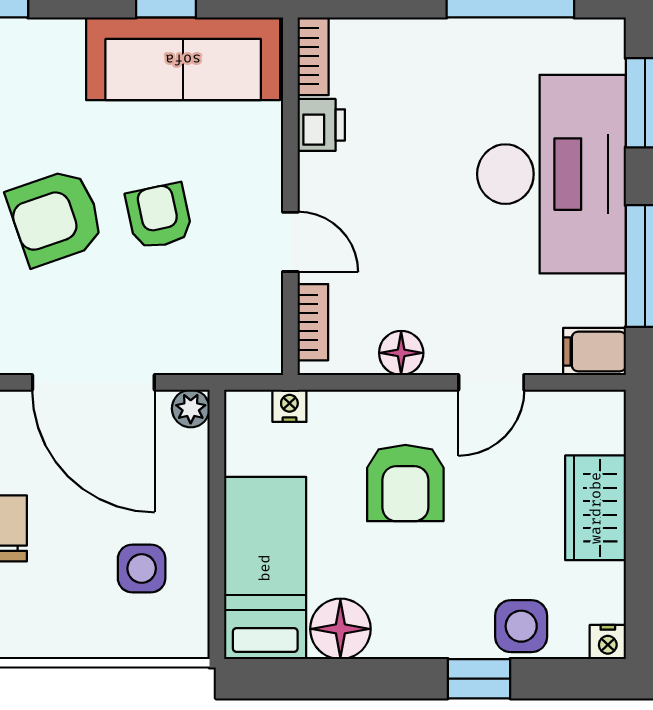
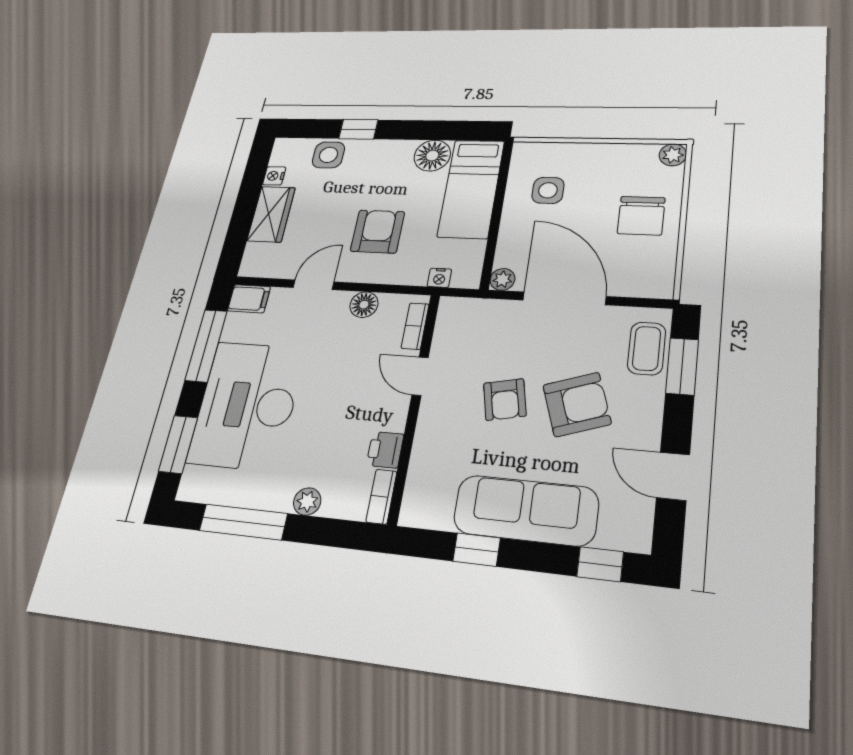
plant: (421, 38) -> (307, 501), added
sofa: (183, 59) -> (526, 510), moved
nightstand: (608, 642) -> (274, 176), moved, turned -90

